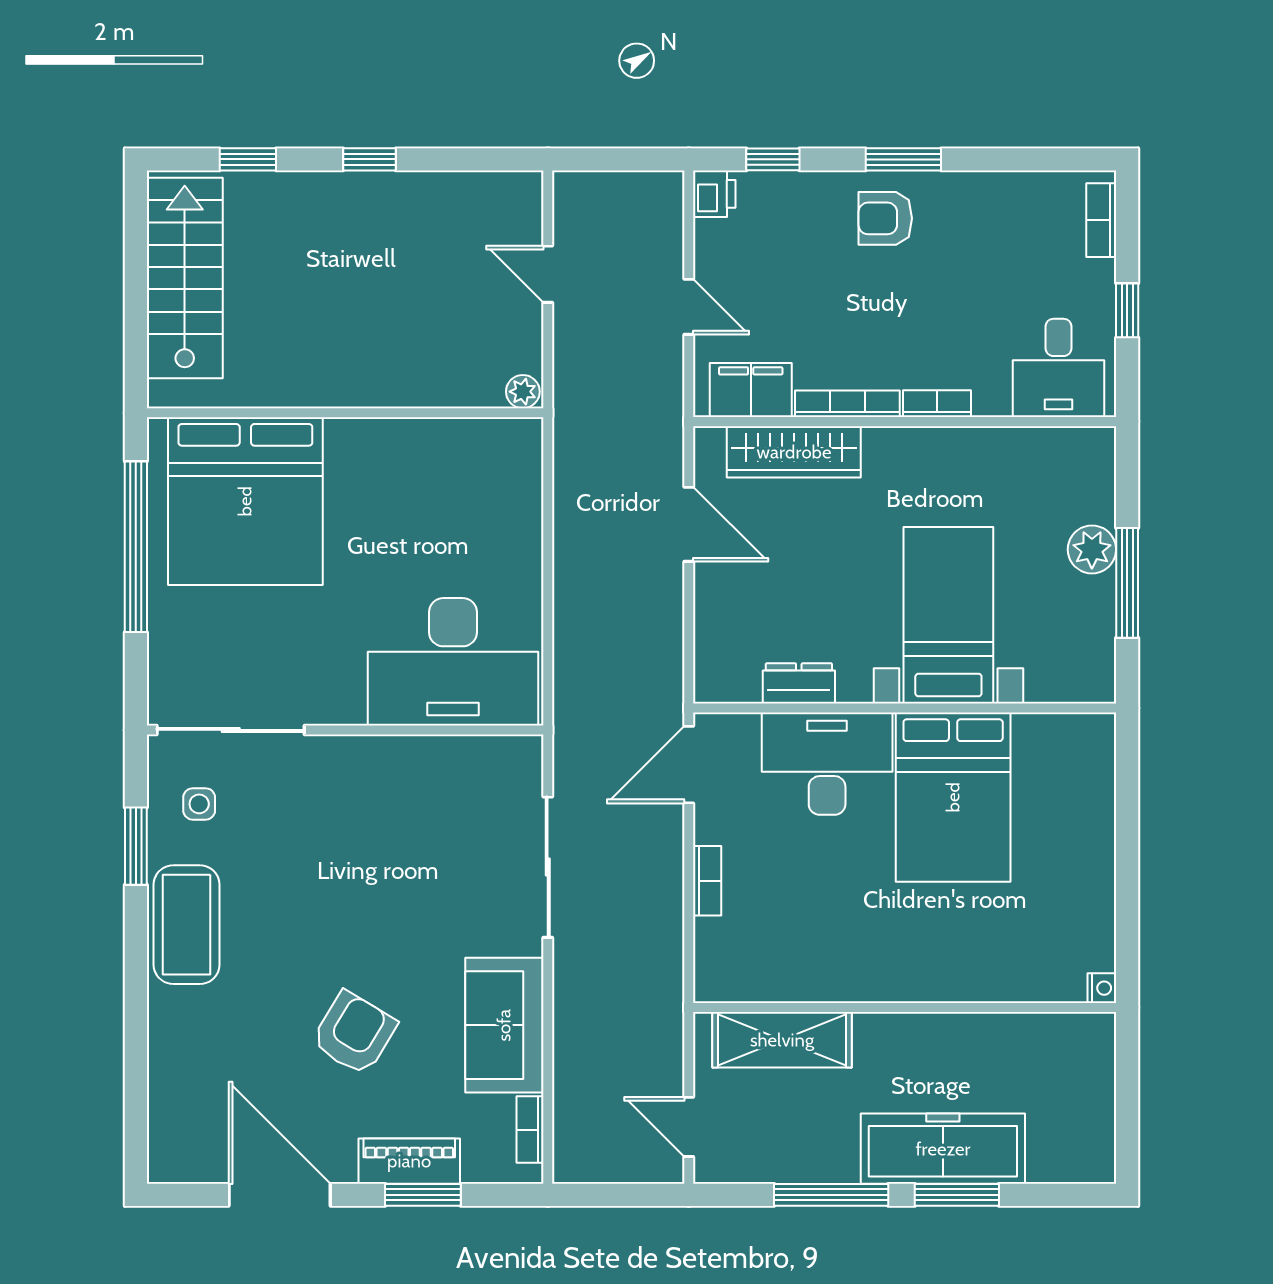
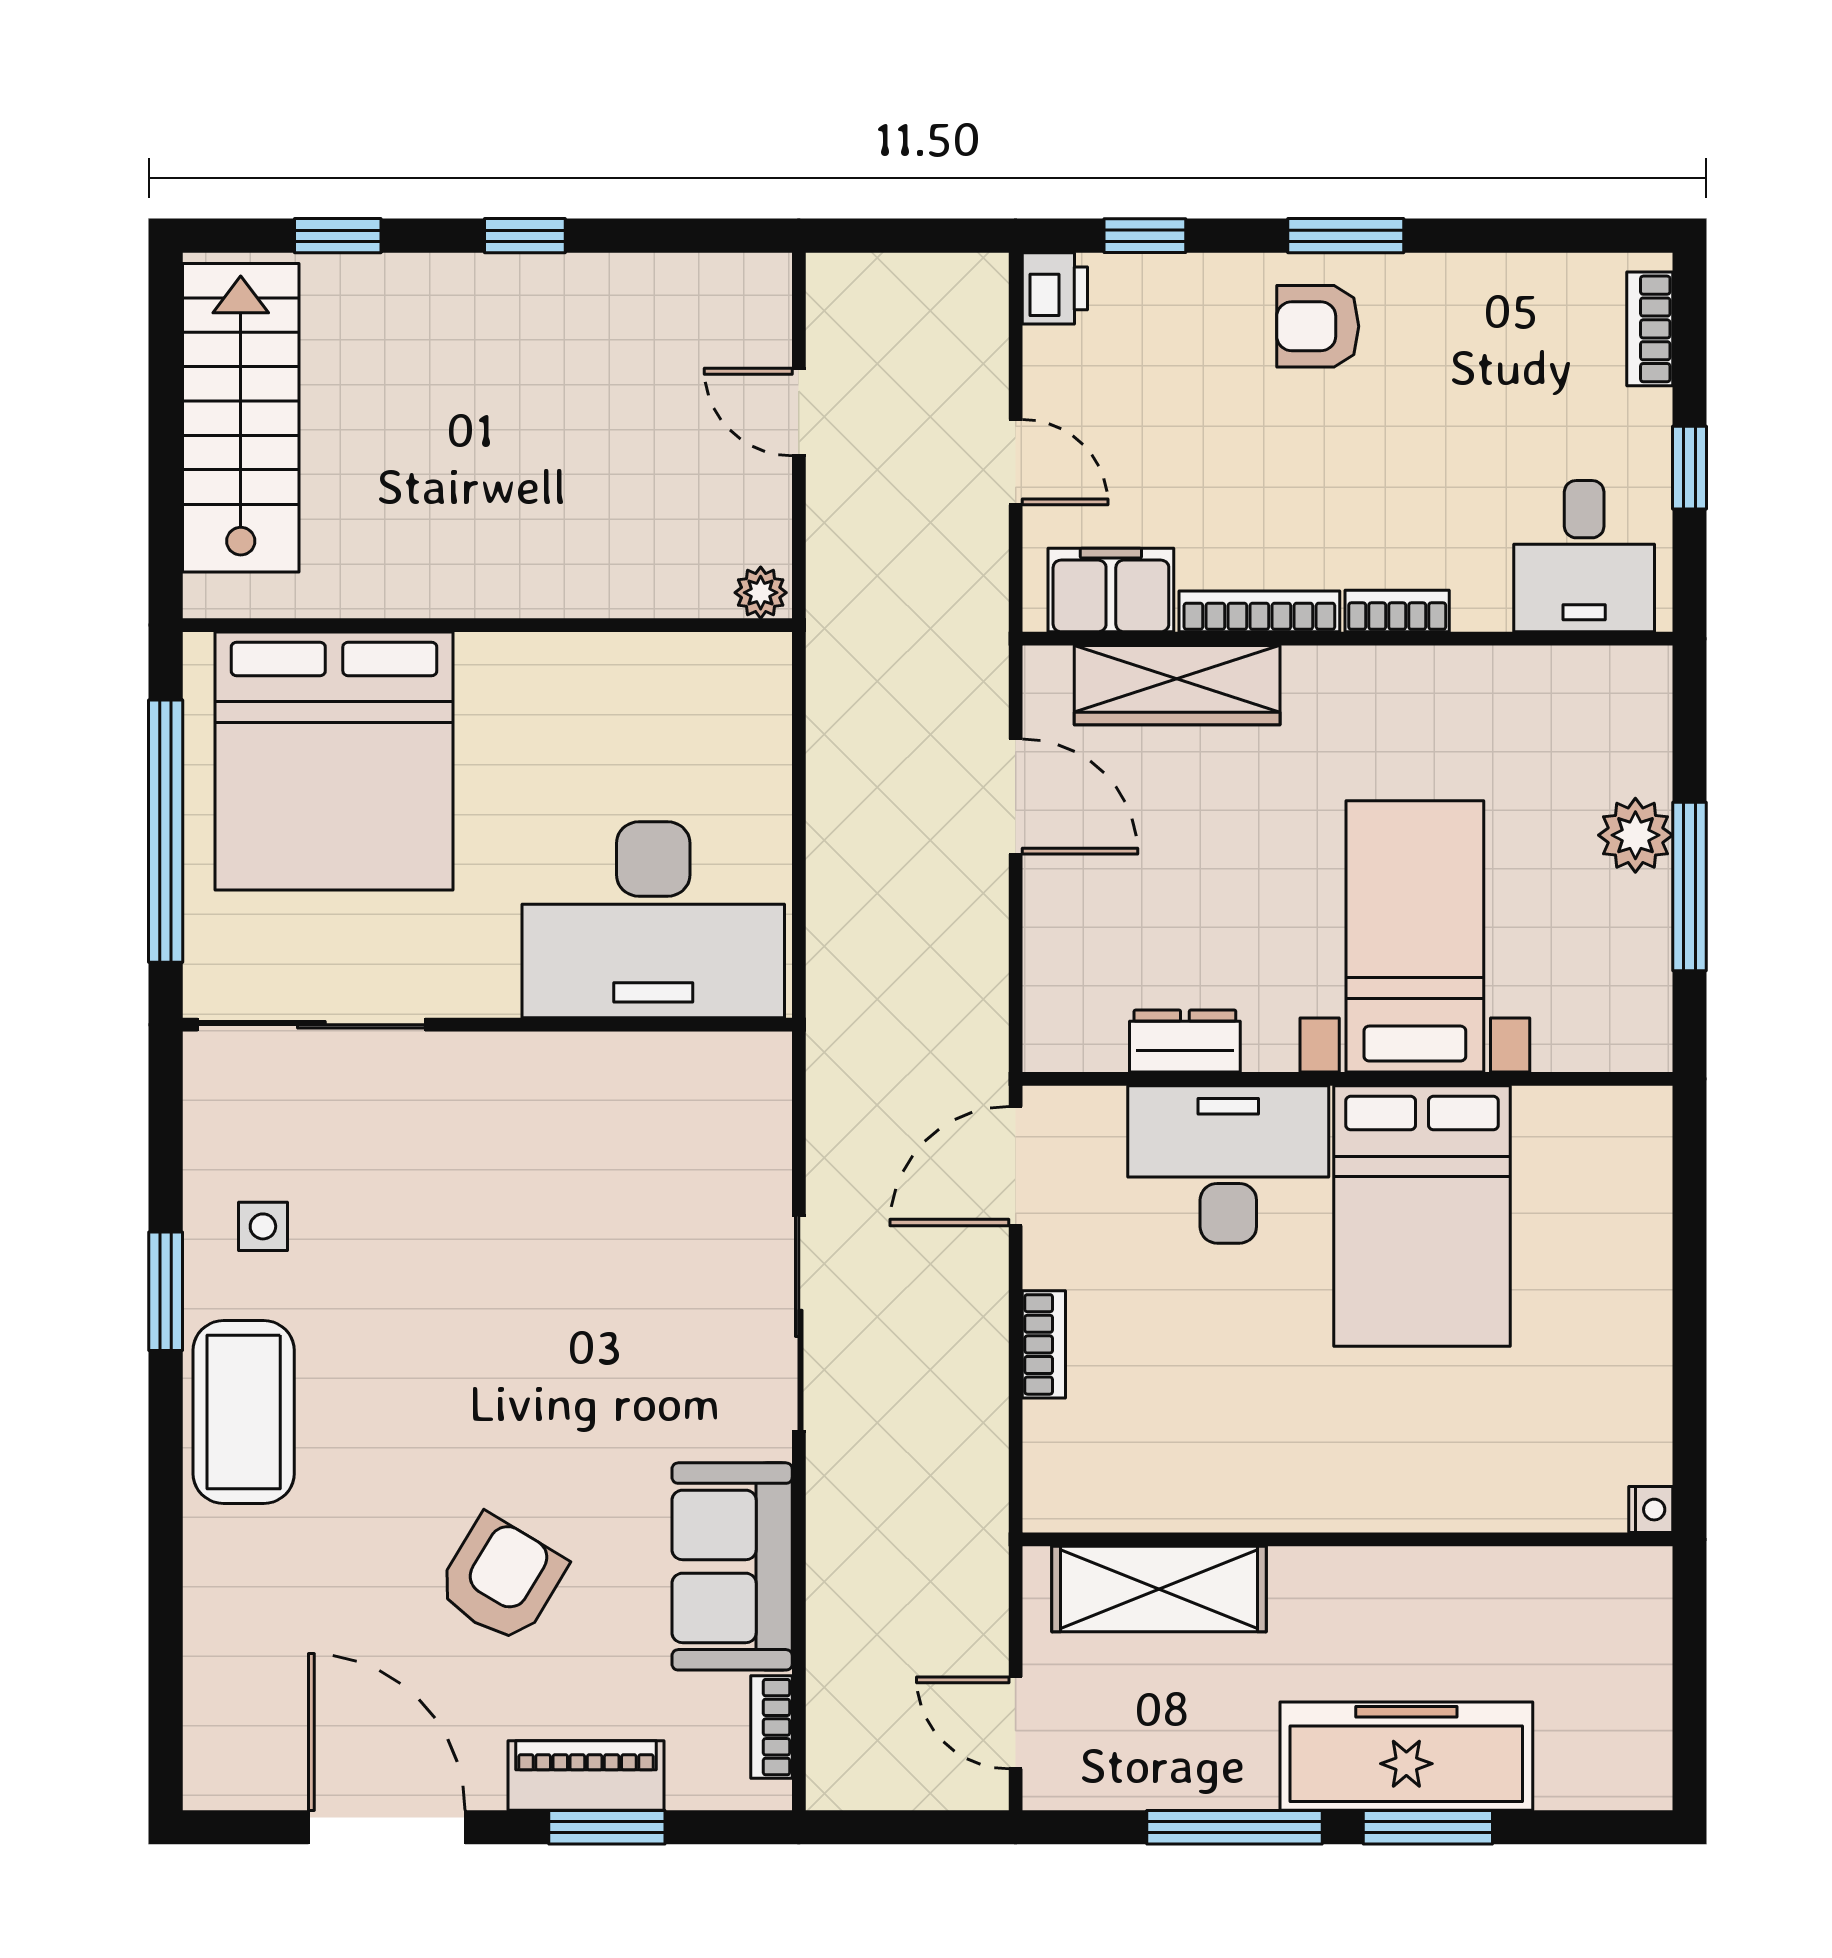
desk: (453, 662) -> (653, 920), moved
sliding door: (231, 730) -> (311, 1025), moved
wall: (345, 730) -> (487, 1025), moved

